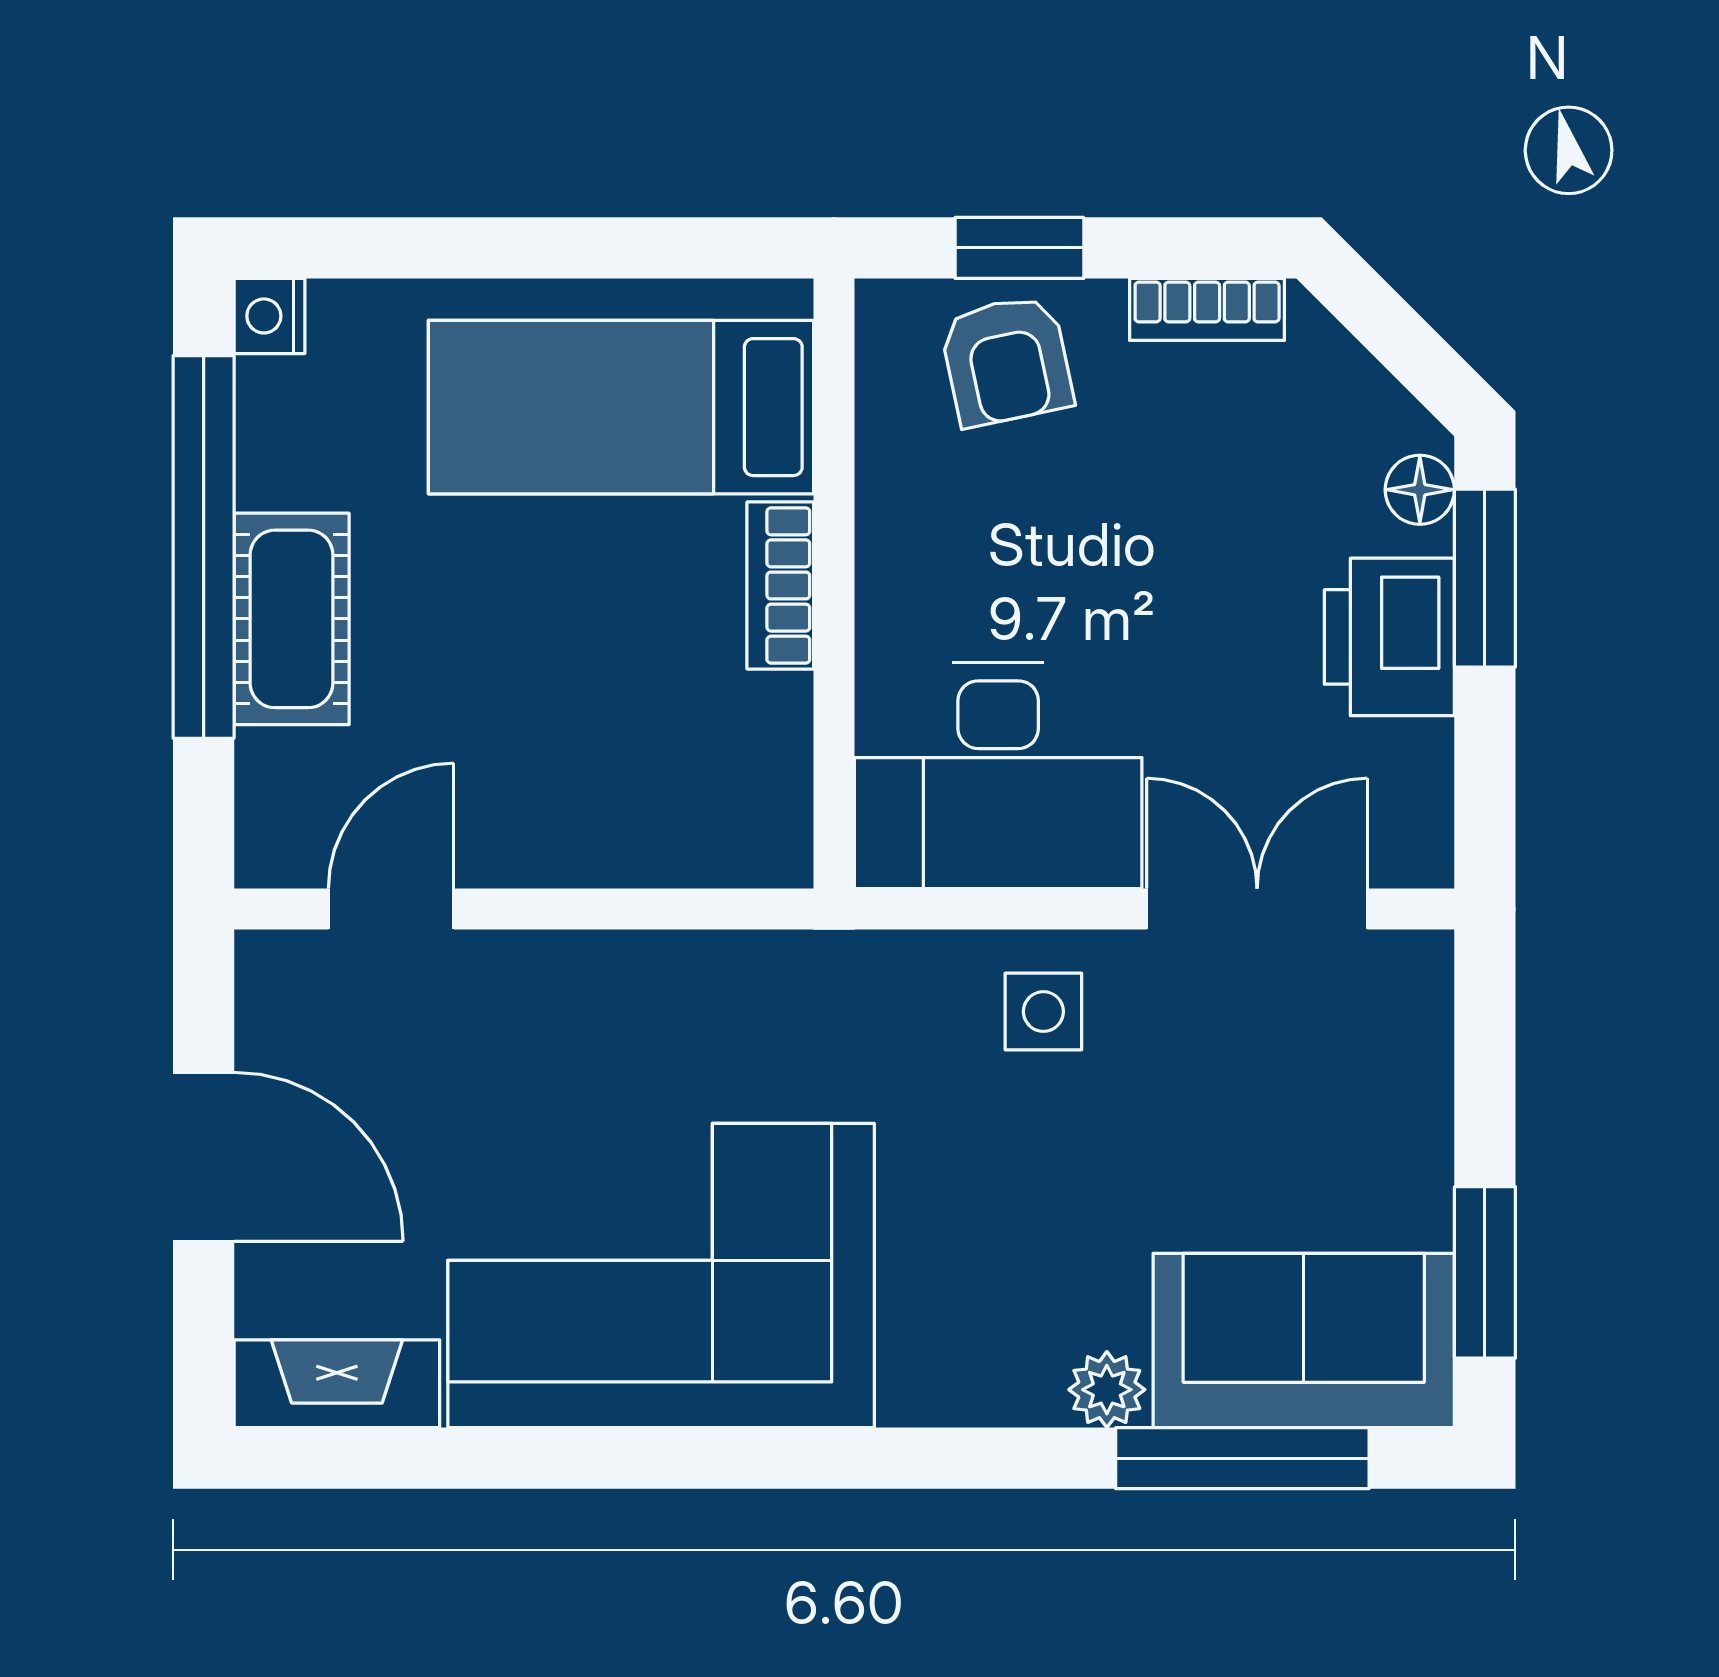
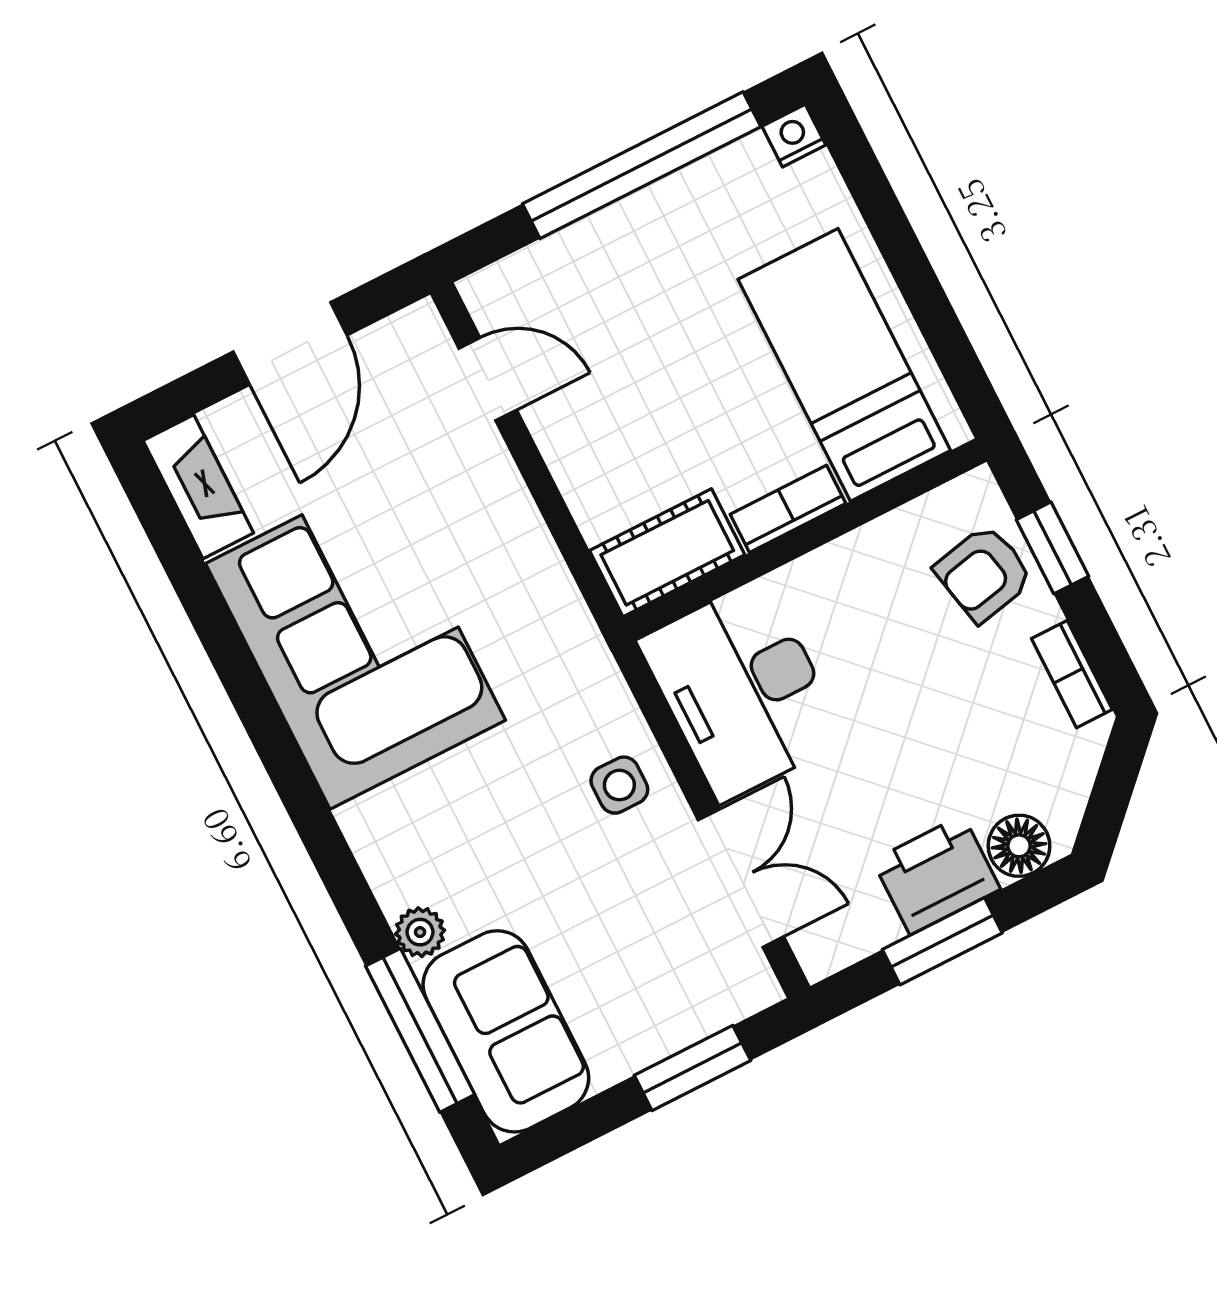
floor lamp: (1420, 490) -> (1019, 846), width x1.37, depth x1.37
window: (1485, 578) -> (942, 941), moved
cot: (292, 619) -> (667, 553), moved
window: (1485, 1272) -> (692, 1068), moved

